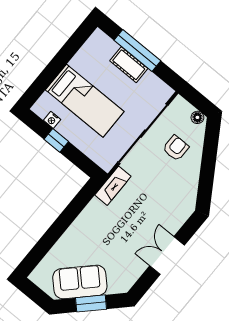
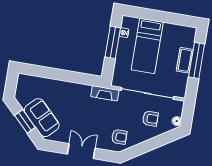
window: (56, 140) -> (113, 42), width x2.17
armchair: (176, 199) -> (119, 137), added
sofa: (80, 282) -> (42, 118), moved

